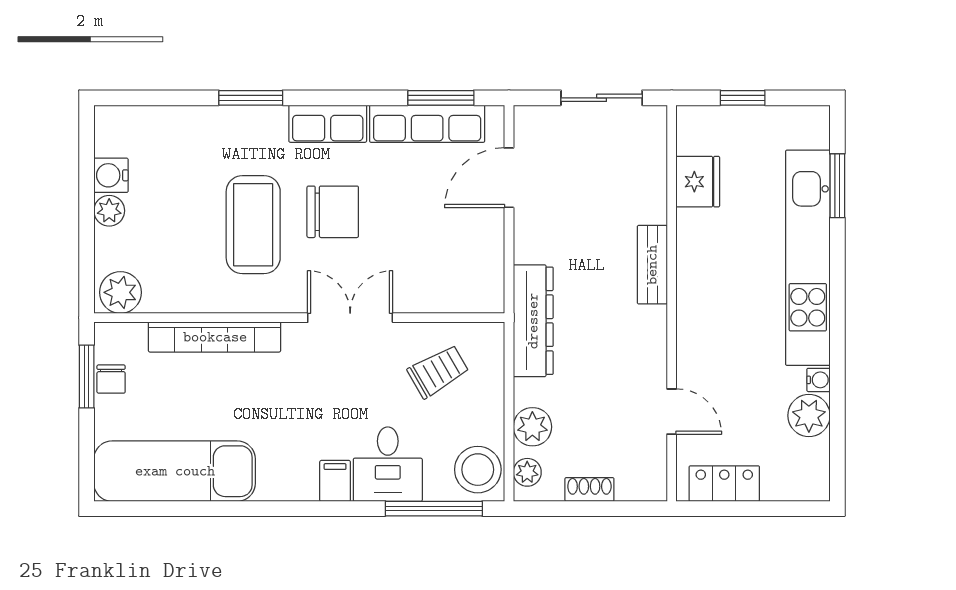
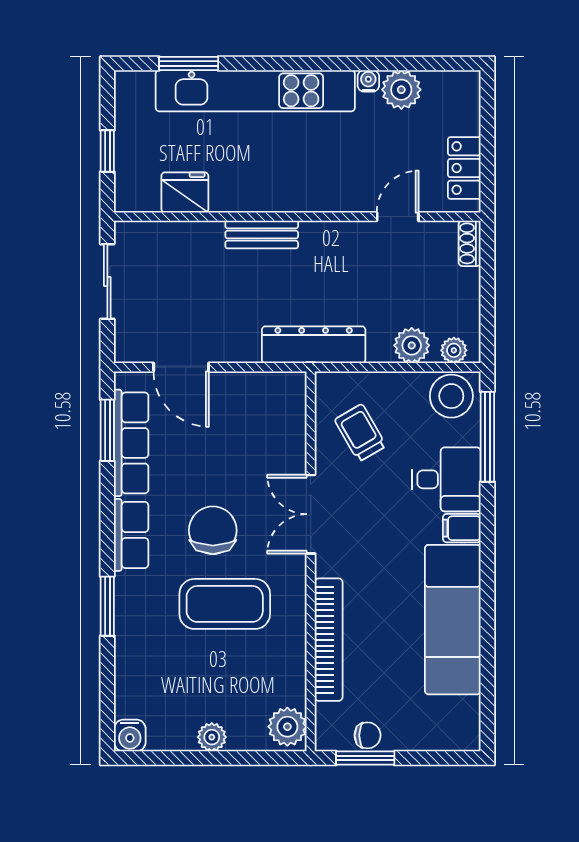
water cooler: (111, 175) -> (130, 735), moved
exam couch: (175, 471) -> (453, 620), moved
shoe rack: (589, 489) -> (470, 243), moved

